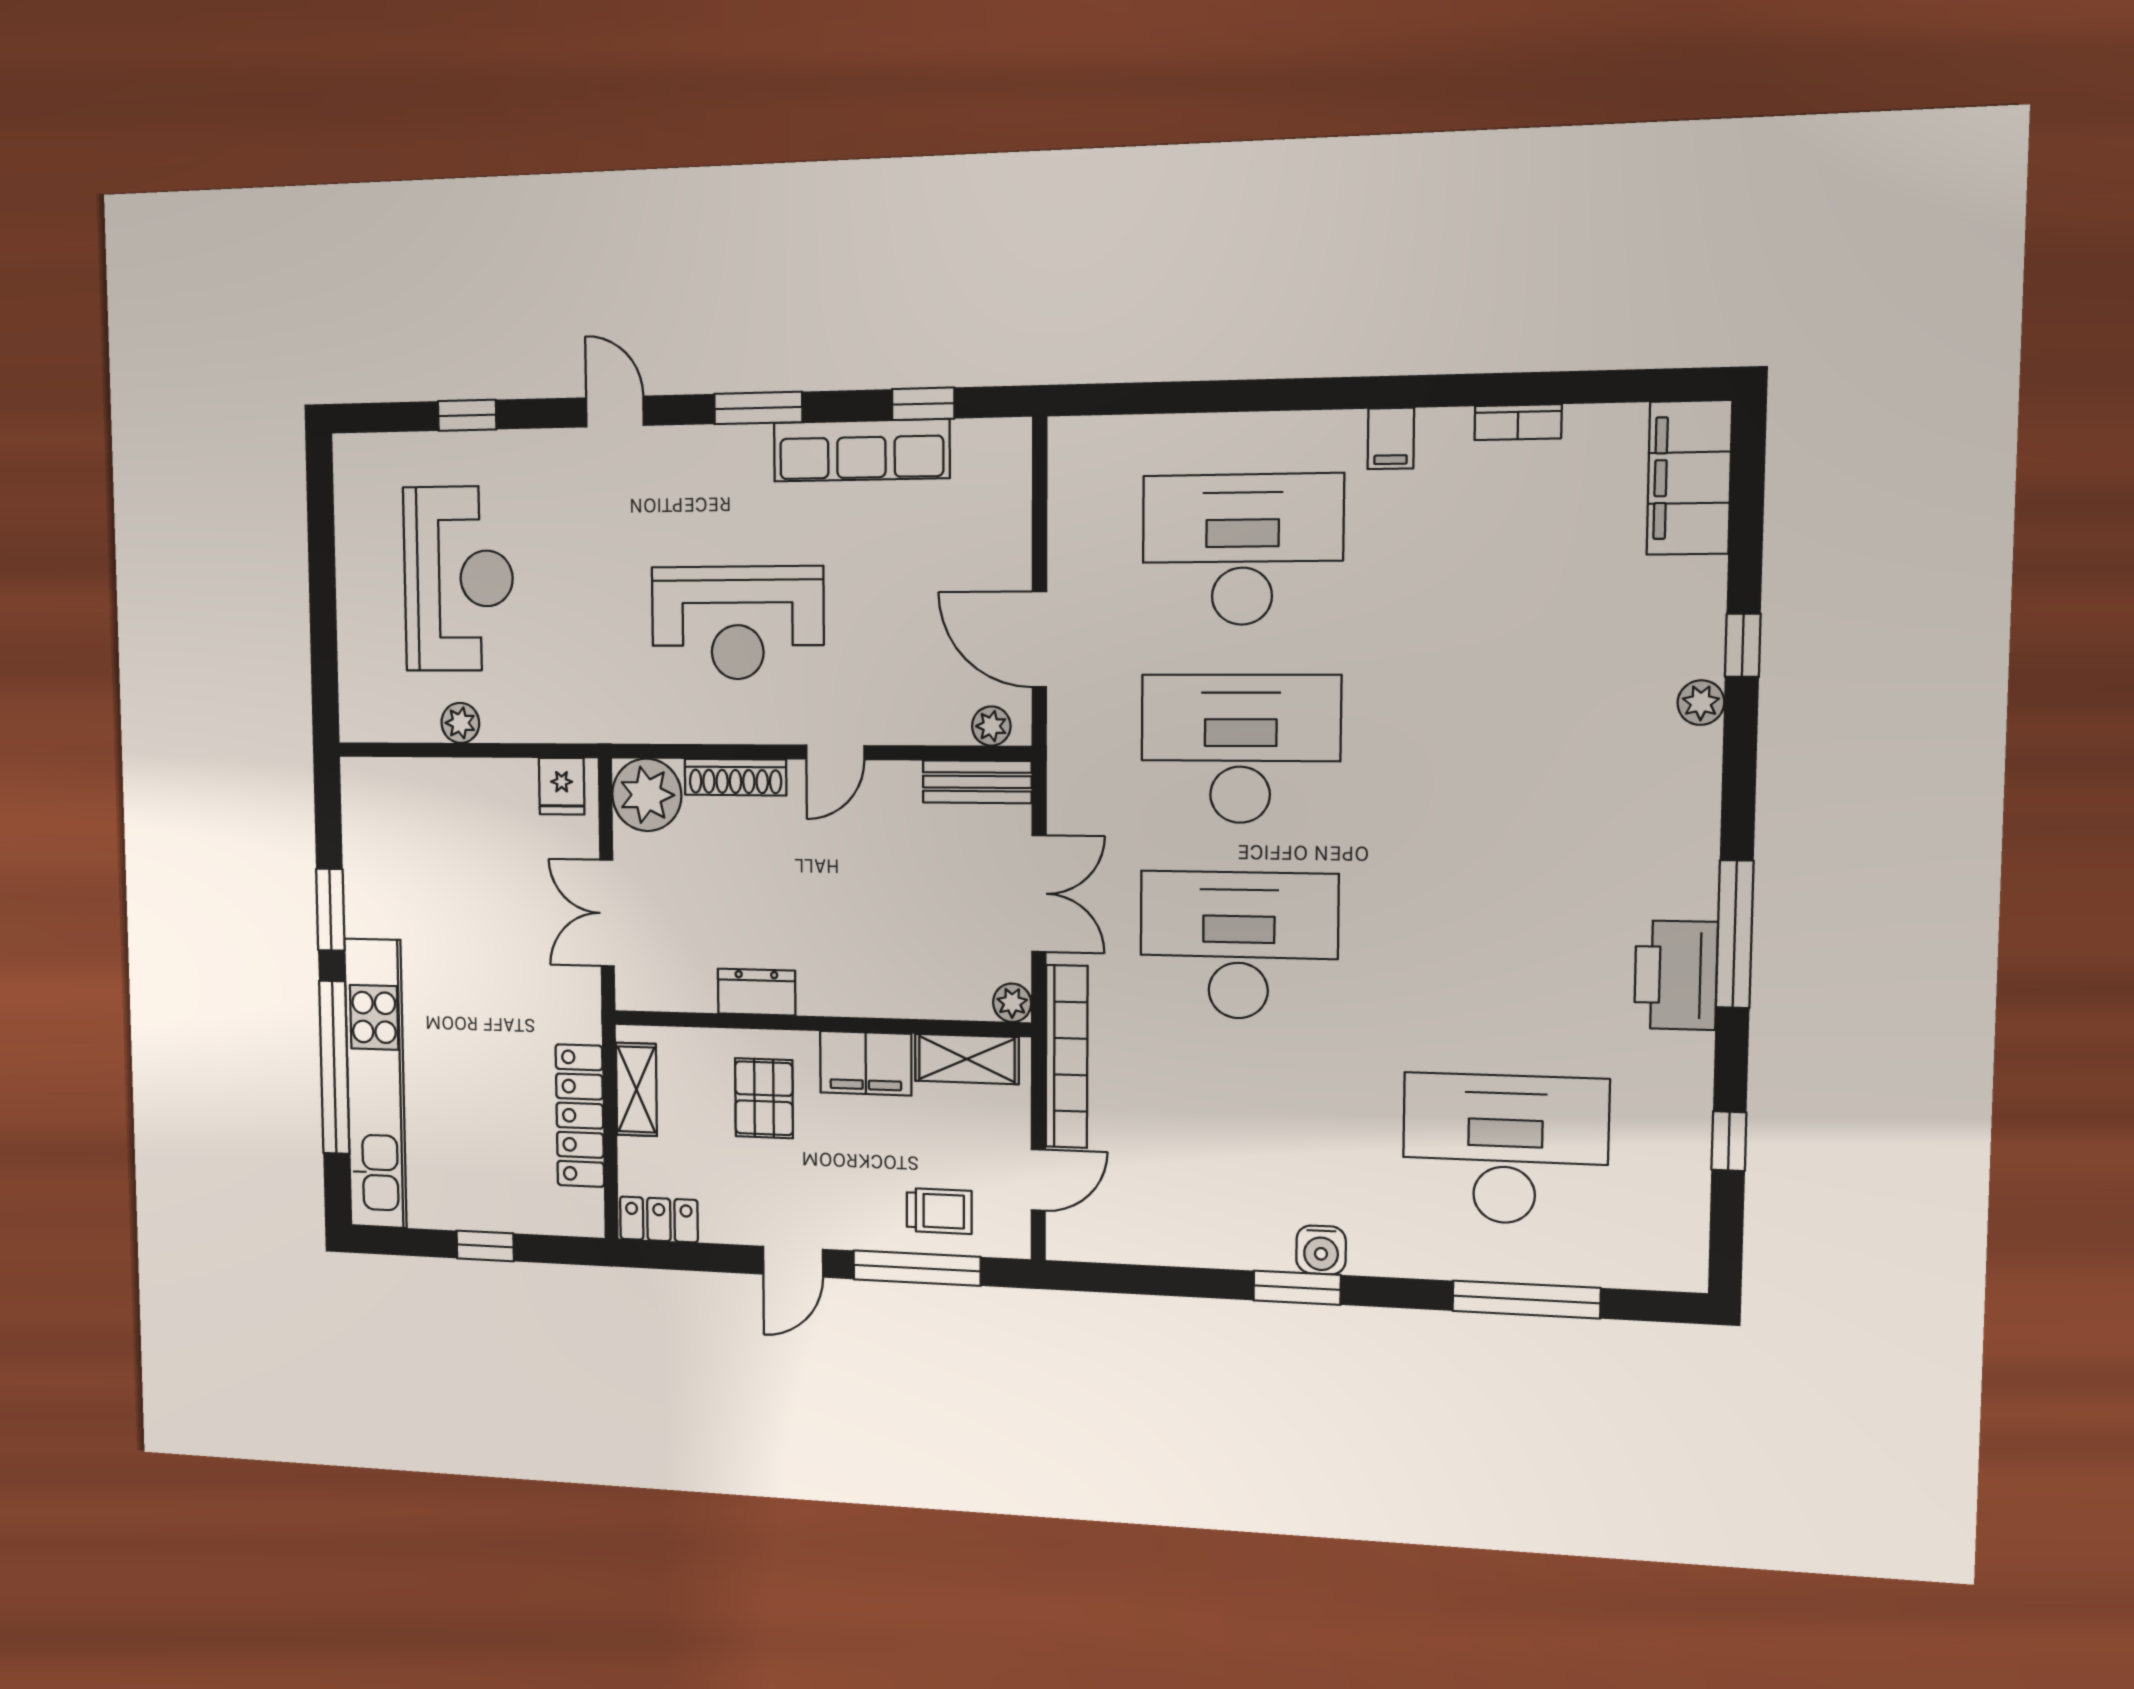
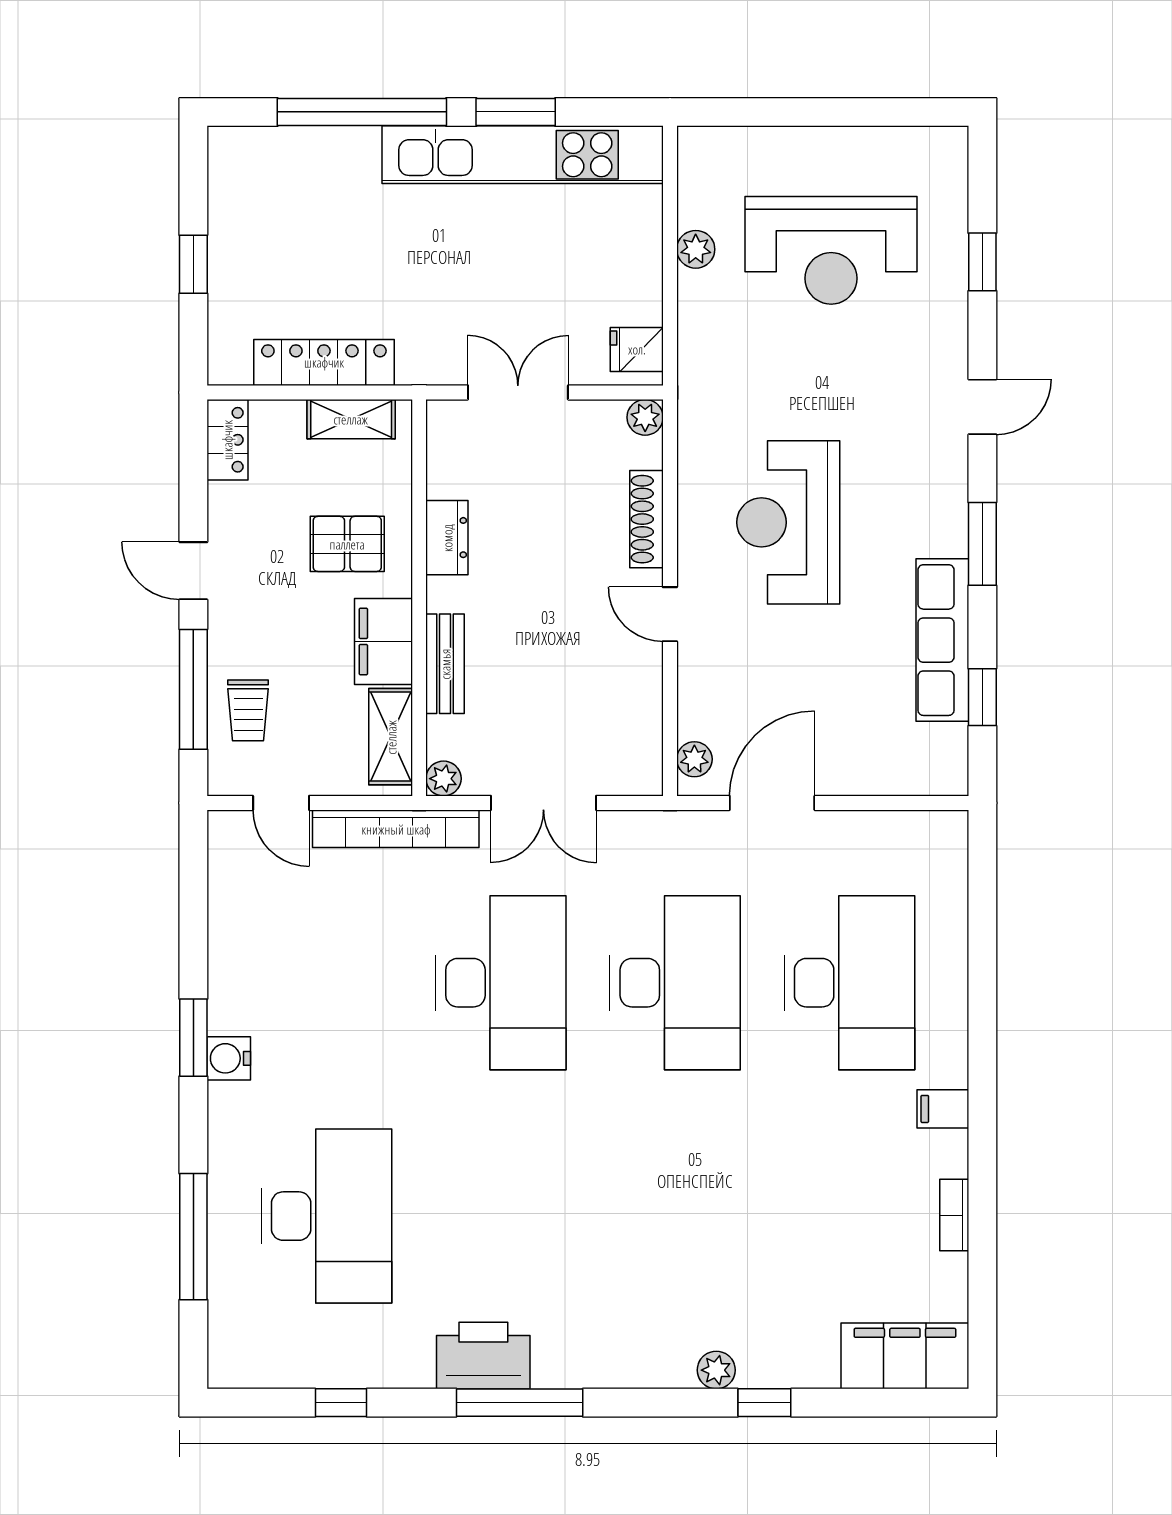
bench: (977, 782) -> (445, 664), moved
plant: (647, 795) -> (645, 417), width x0.53, depth x0.53
kitchen unit: (376, 1084) -> (523, 155), moved

